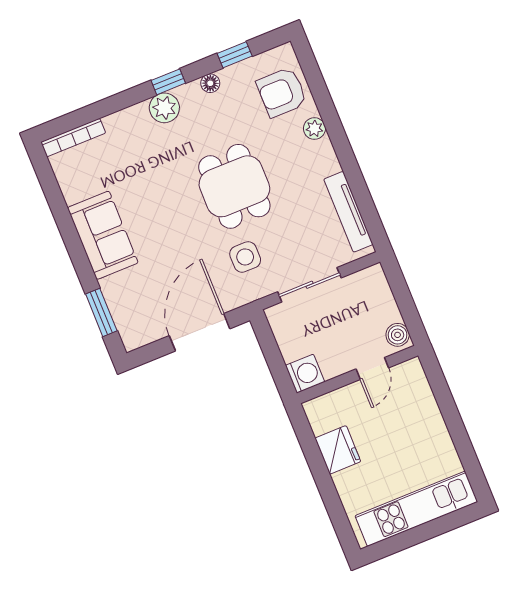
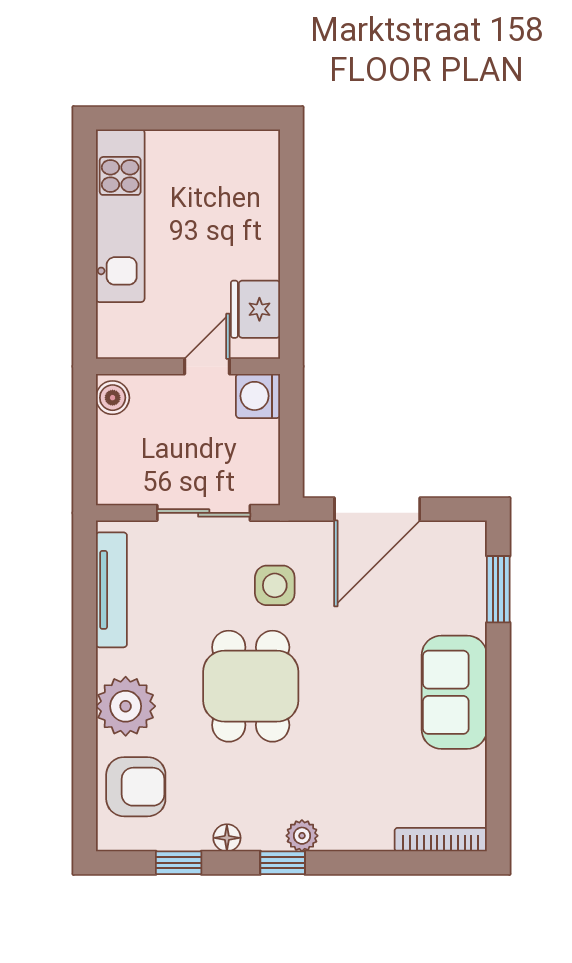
plant: (164, 108) -> (302, 836), width x0.73, depth x0.73
plant: (314, 129) -> (126, 706), width x1.88, depth x1.88
door: (372, 368) -> (207, 366), moved
fridge: (338, 450) -> (256, 309), moved
kitchen unit: (416, 509) -> (120, 216), moved, turned -90

